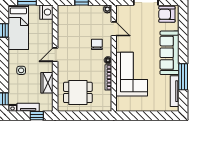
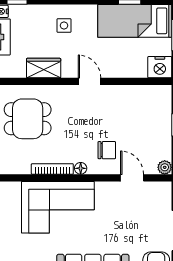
door: (114, 29) -> (132, 178), swing flipped
dining table: (78, 92) -> (28, 119), turned 90

